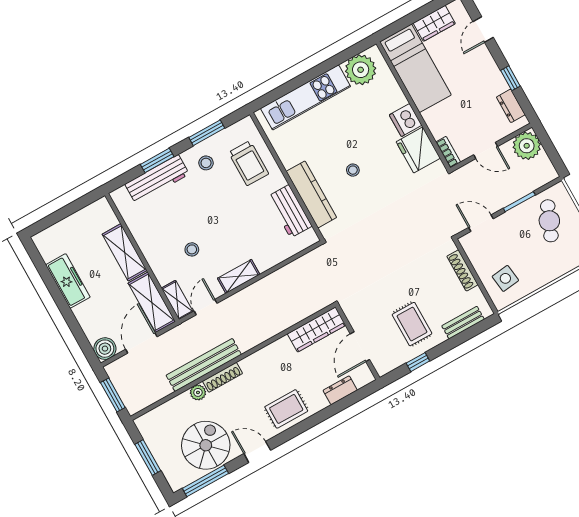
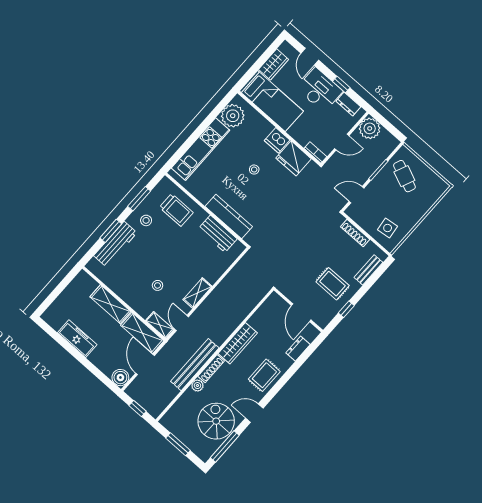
desk: (481, 75) -> (320, 90), added
stool: (353, 170) -> (254, 170), moved
wardrobe: (316, 329) -> (238, 343), moved
window: (113, 395) -> (138, 409), width x0.67

